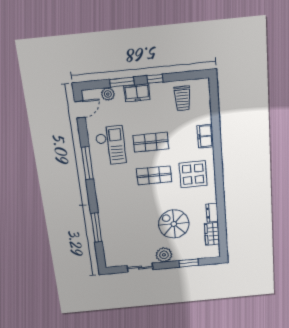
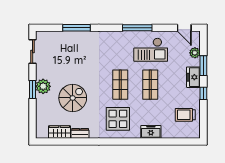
window: (189, 263) -> (33, 90), moved
sliding door: (140, 268) -> (33, 51), moved

